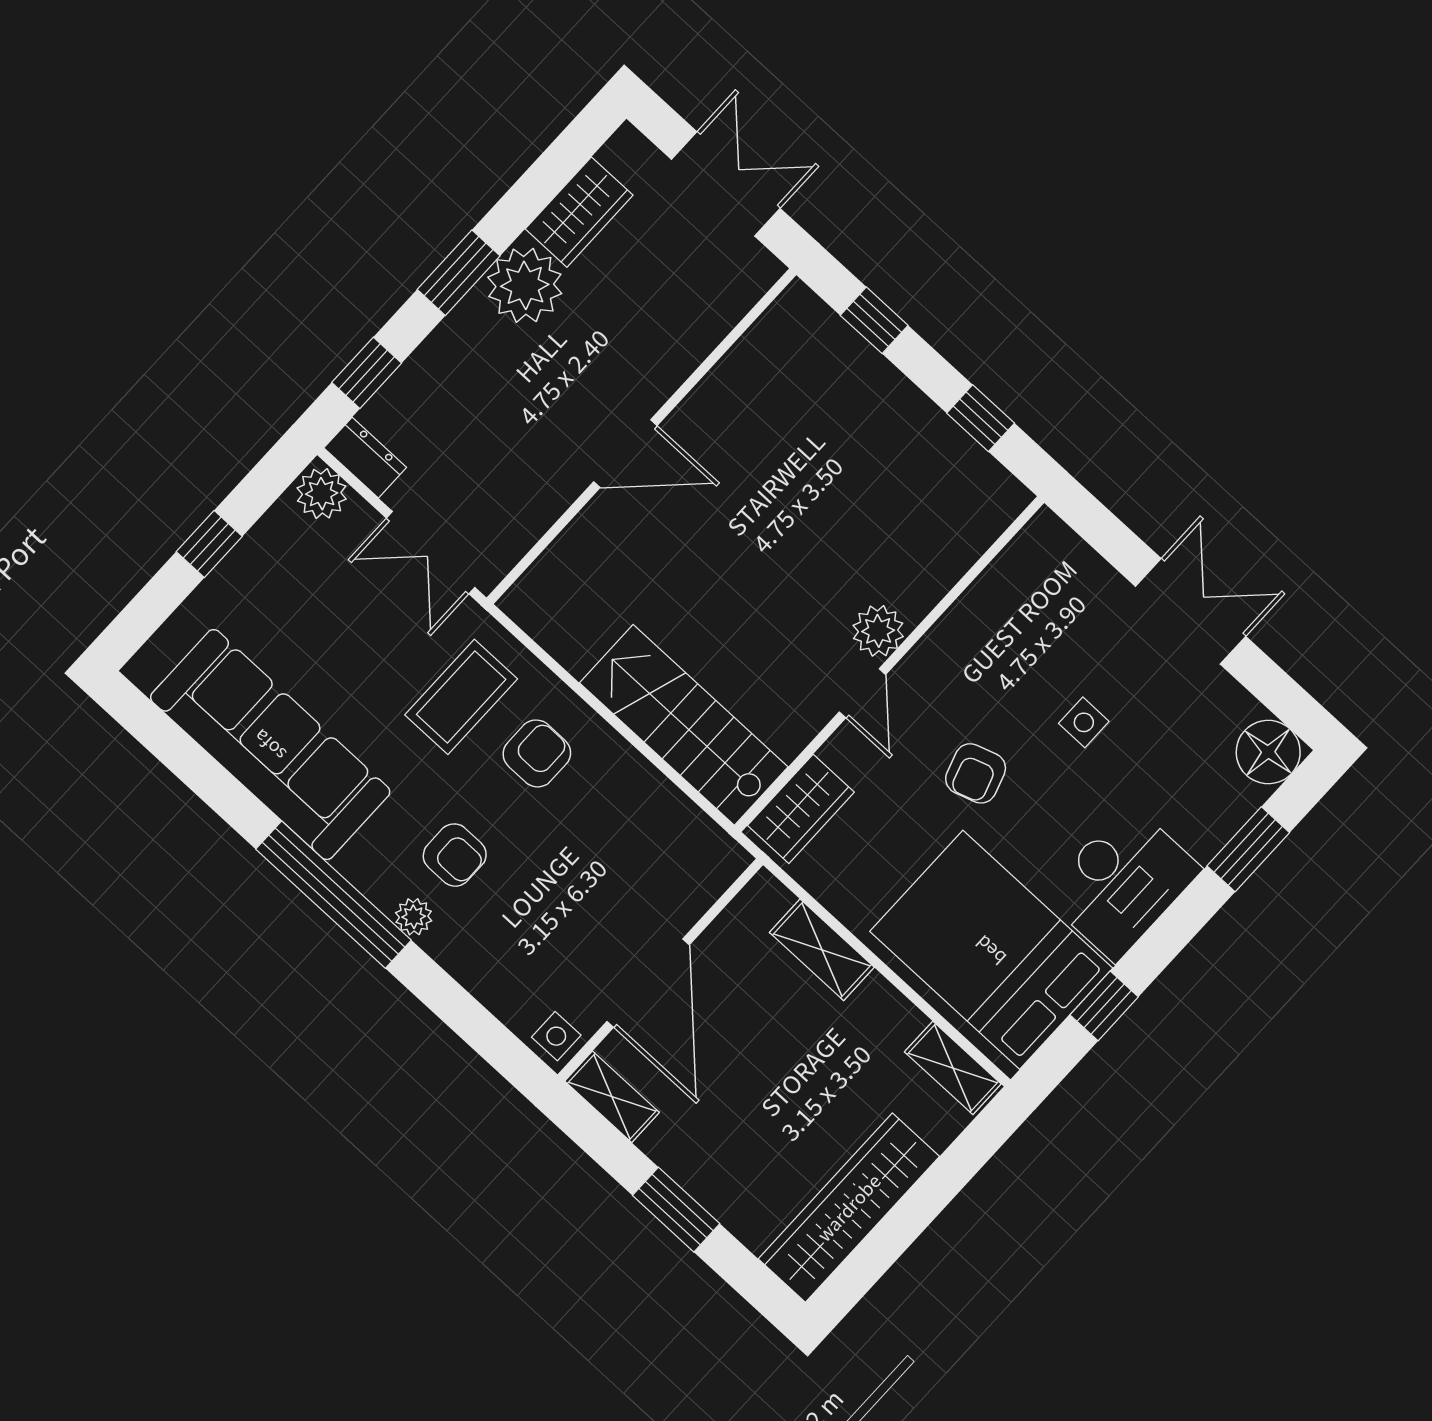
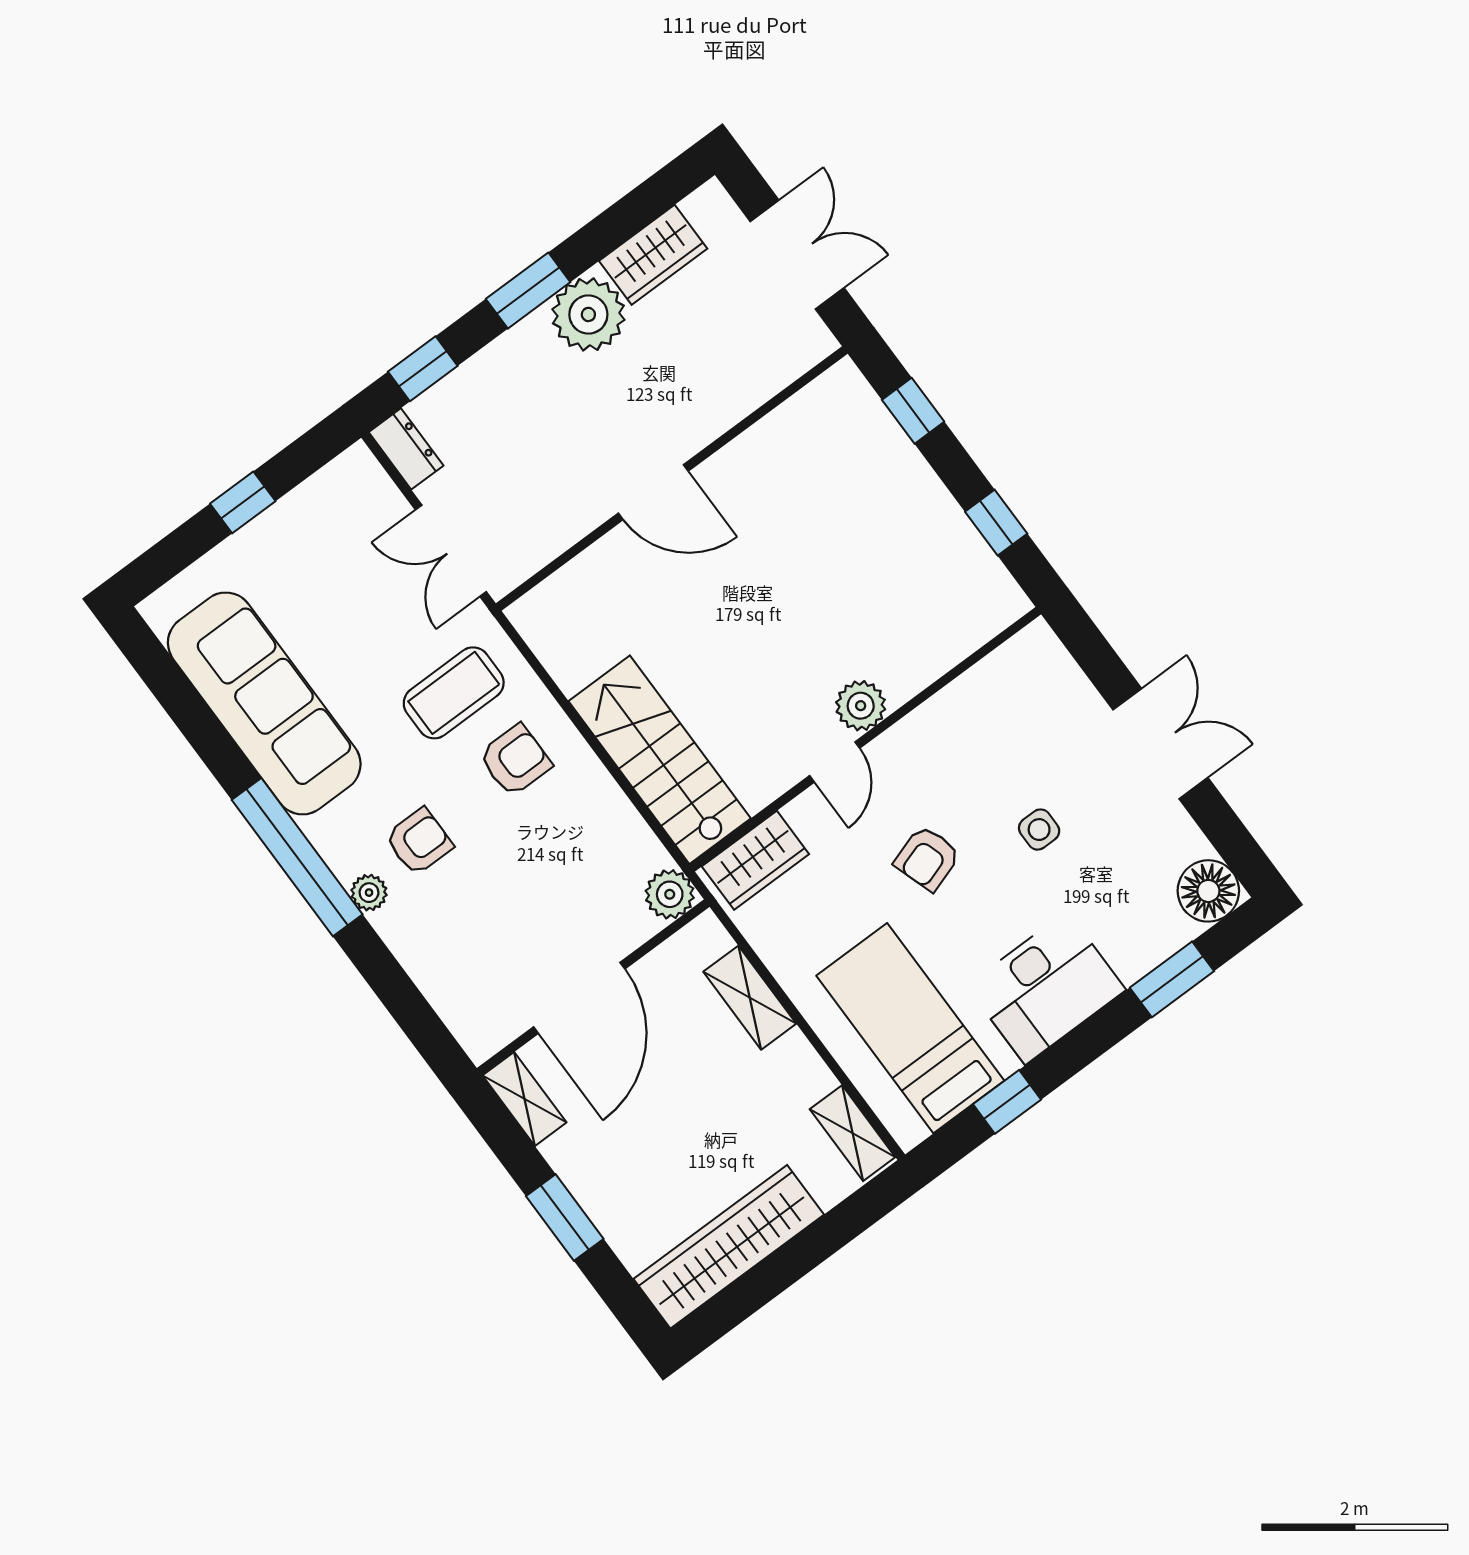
plant: (322, 494) -> (670, 894), moved
armchair: (455, 855) -> (419, 842), turned -90
bed: (991, 950) -> (910, 1028), width x0.67
side table: (556, 1036) -> (483, 1031), removed

